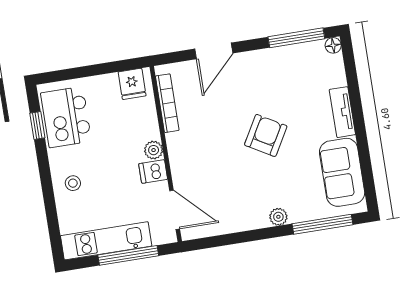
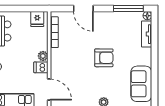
door: (214, 51) -> (83, 8), hinge flipped
tv unit: (342, 112) -> (147, 34), moved
armchair: (266, 135) -> (104, 58), turned 60

